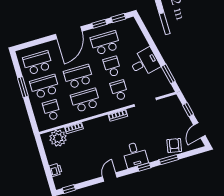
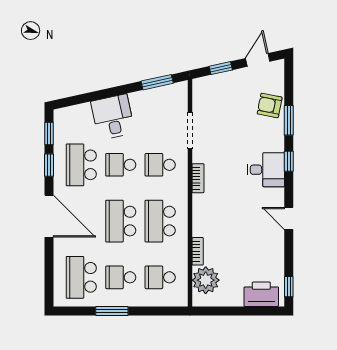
desk: (145, 62) -> (113, 117), moved
school desk: (45, 86) -> (121, 277), width x0.54
door: (199, 130) -> (258, 60), swing flipped
printer: (56, 170) -> (261, 294), width x1.87, depth x1.48

